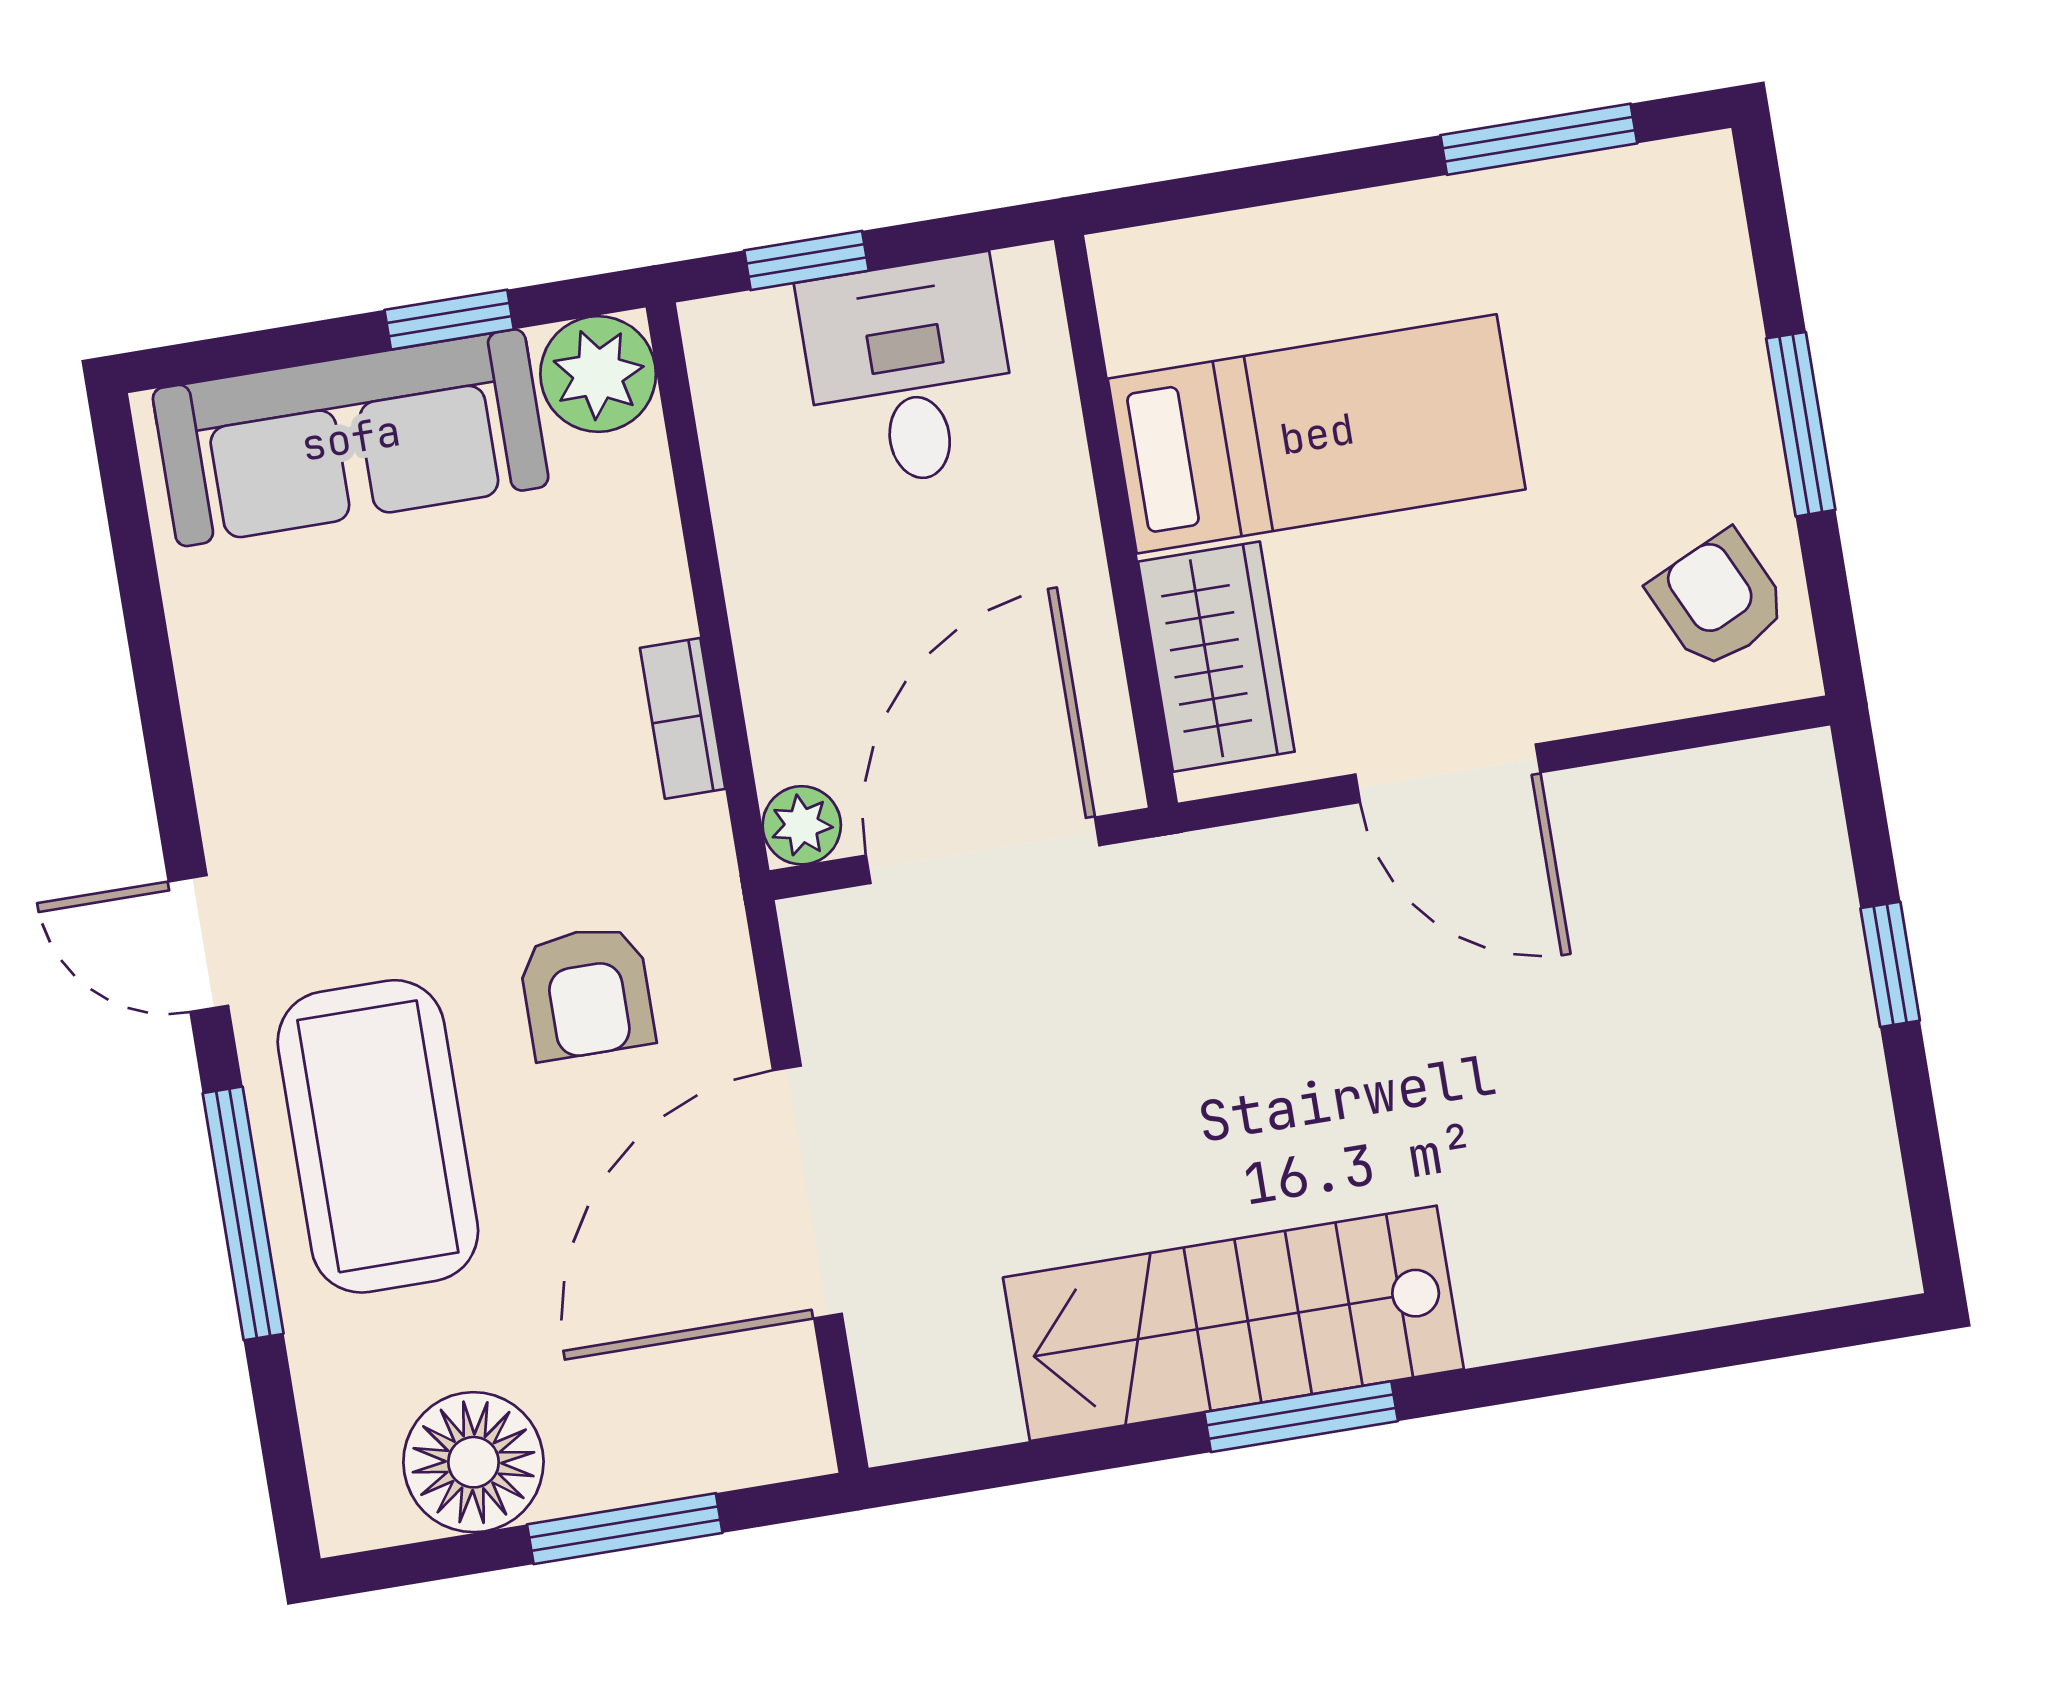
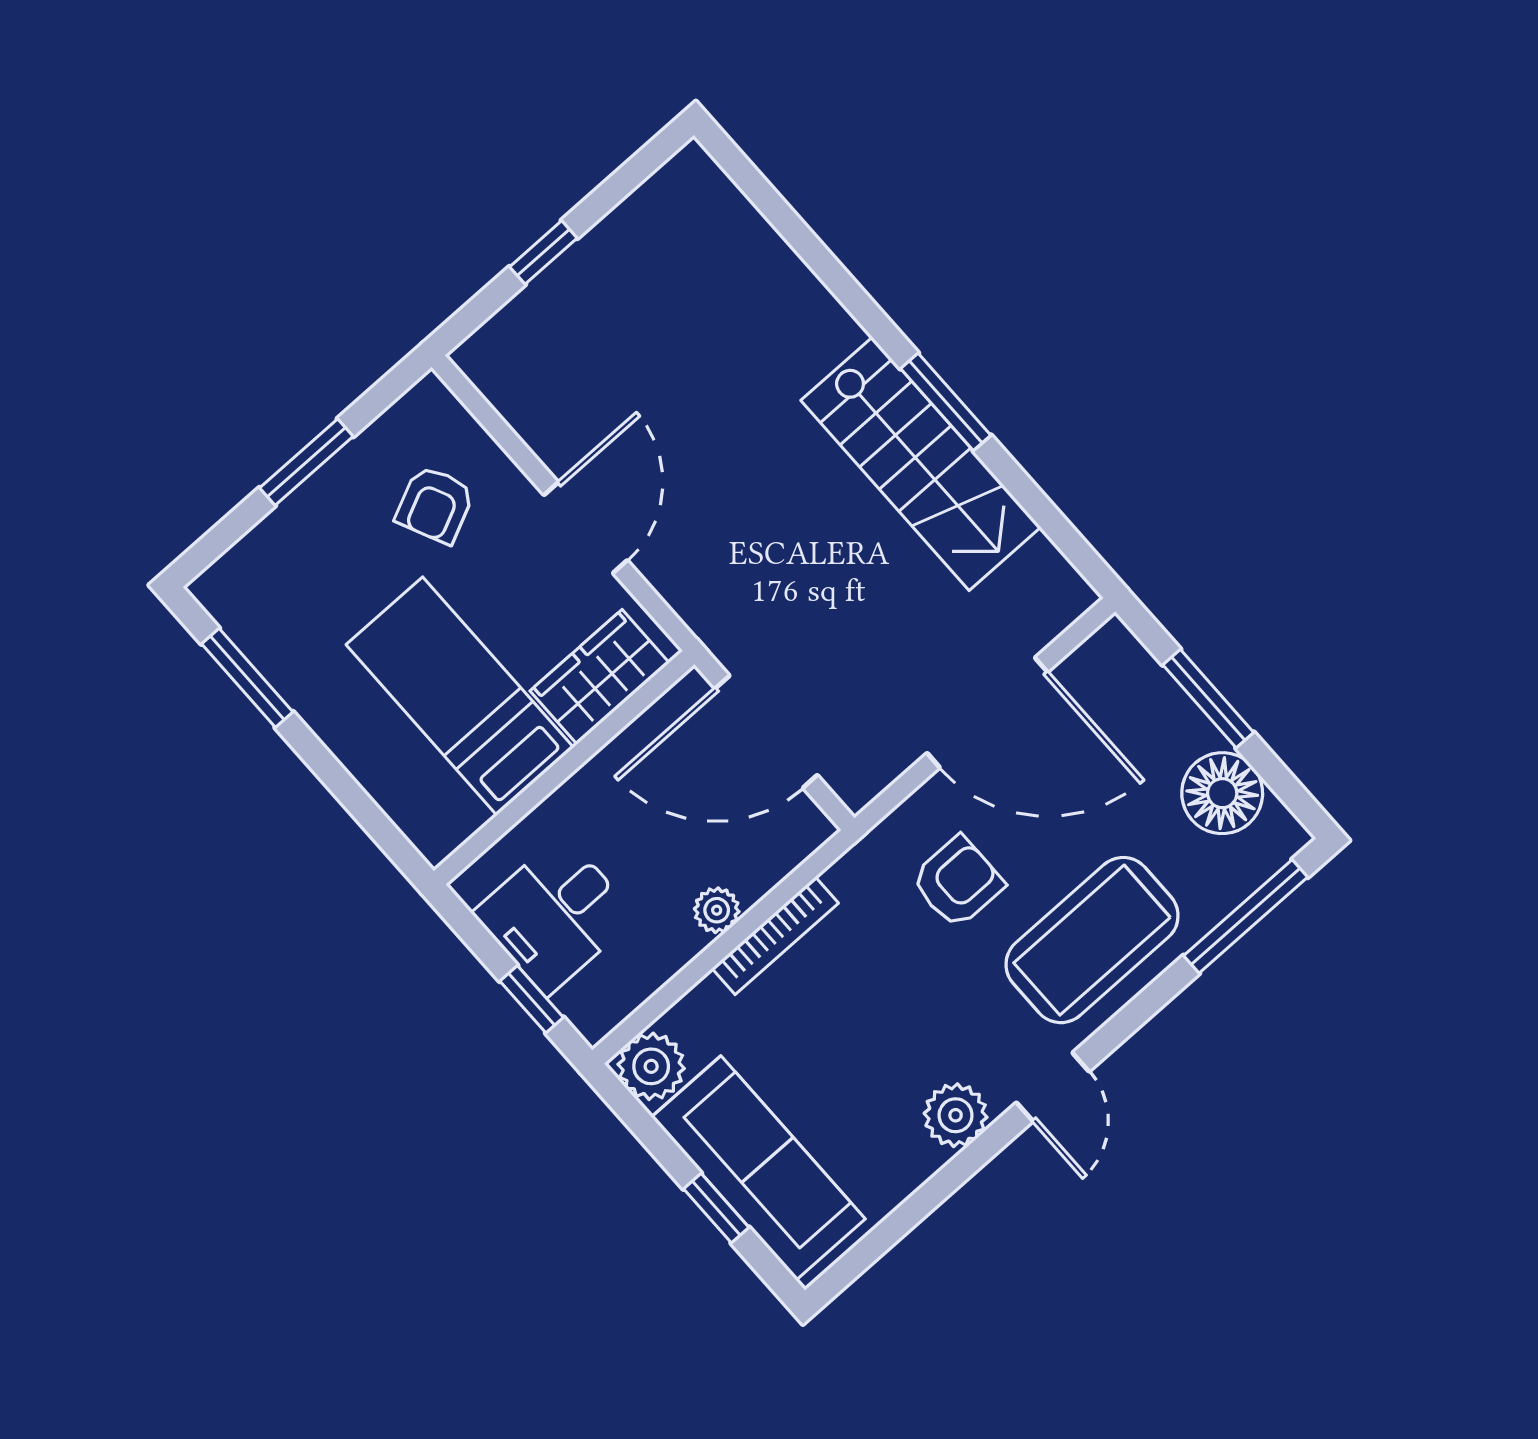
window: (449, 320) -> (716, 1208), moved
armchair: (1718, 600) -> (435, 505), moved
bookcase: (683, 718) -> (775, 936), width x1.56
plant: (247, 775) -> (956, 1115), added
plant: (802, 825) -> (717, 910), moved
window: (243, 1213) -> (1246, 916), moved

